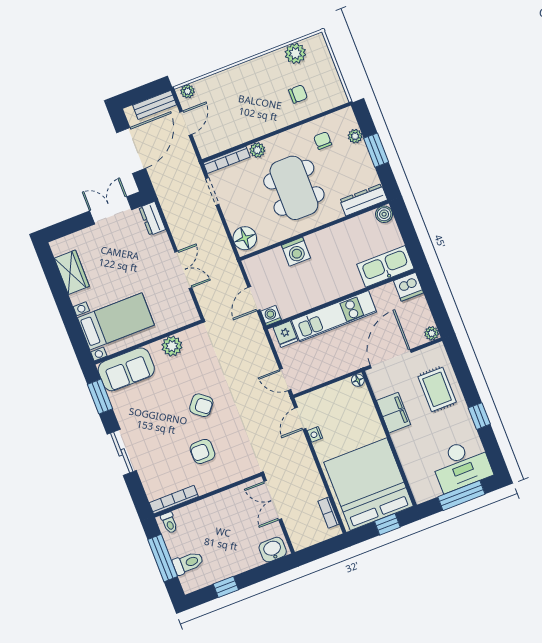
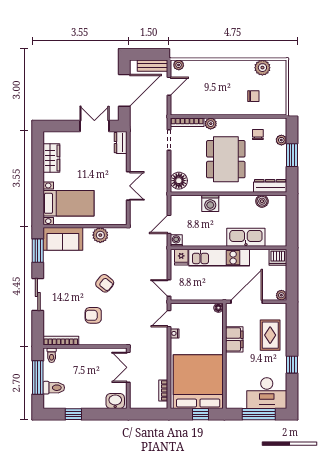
boiler: (384, 214) -> (262, 201), moved
kitchen sink: (385, 266) -> (246, 237), moved

